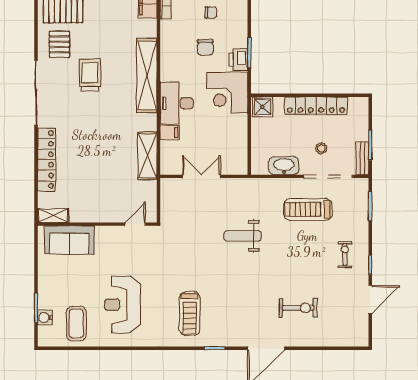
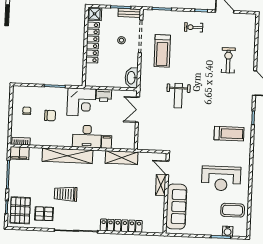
printer: (238, 60) -> (104, 95), moved
shower: (262, 107) -> (95, 14), moved
washbasin: (284, 166) -> (132, 78), moved
double door: (201, 176) -> (137, 110), moved
shelving: (53, 216) -> (161, 185), moved
sofa: (69, 240) -> (176, 207), width x1.36

